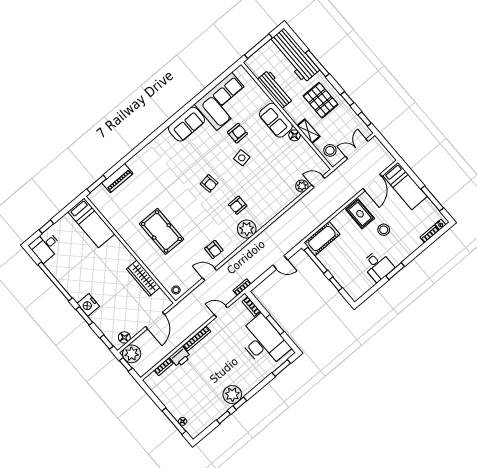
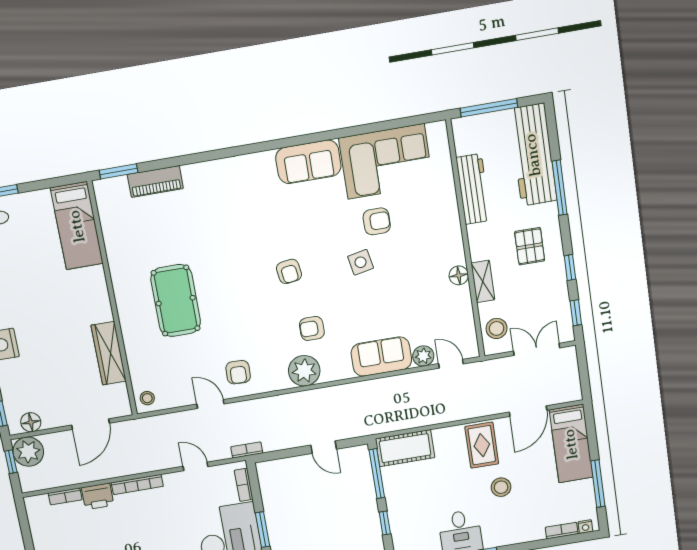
pallet: (321, 100) -> (530, 246), width x0.67, depth x0.71
sofa: (276, 120) -> (381, 357), moved, turned 90

